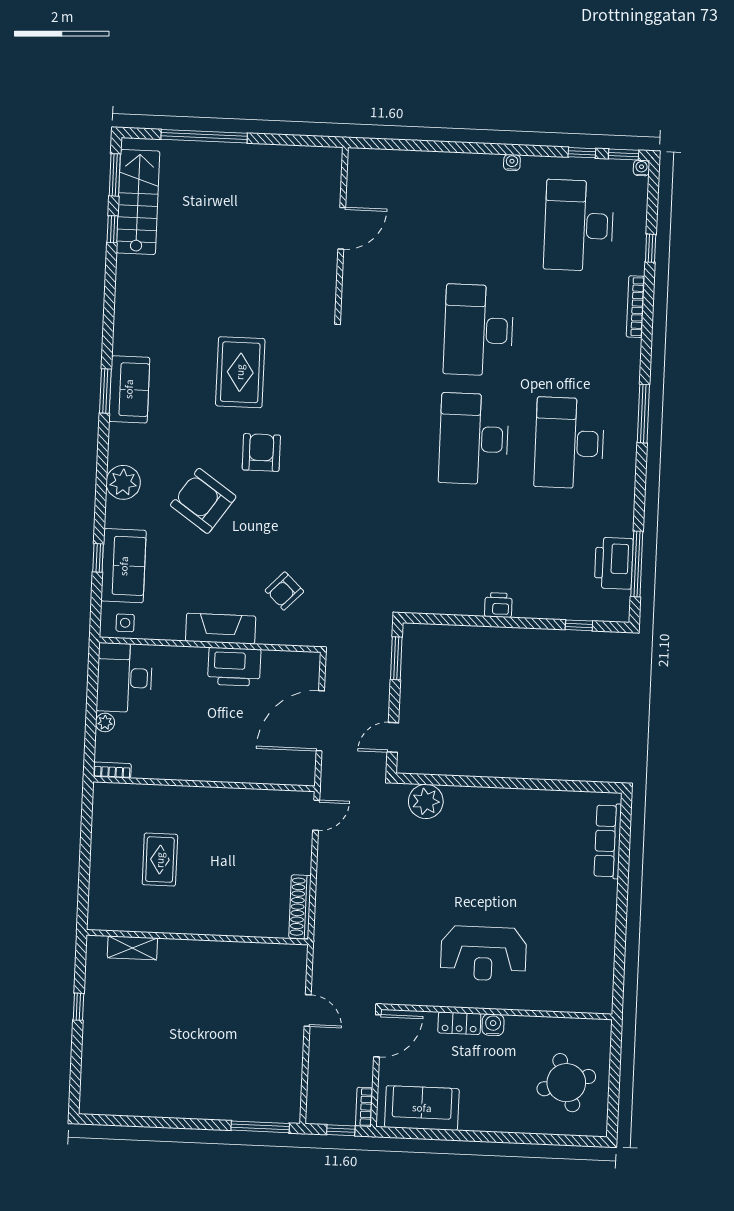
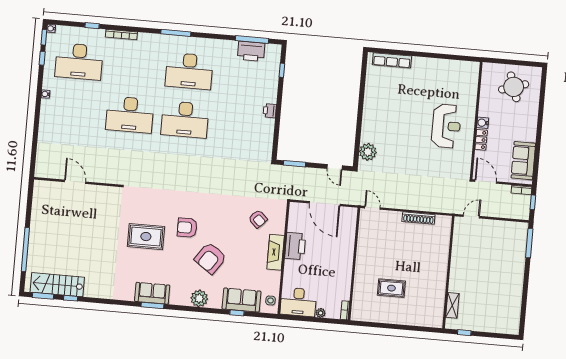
wall: (197, 937) -> (448, 272), moved
shelving: (132, 948) -> (452, 305), moved

